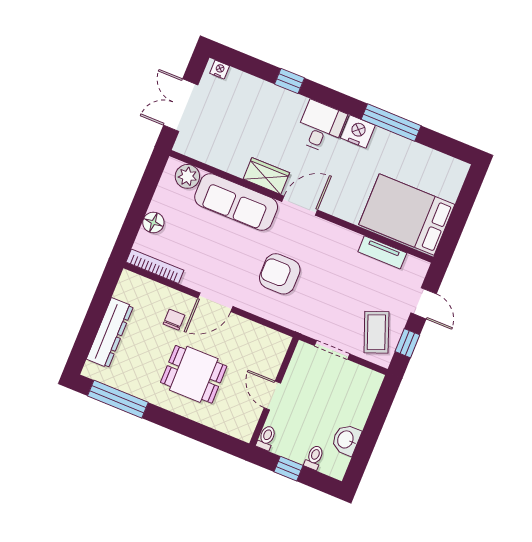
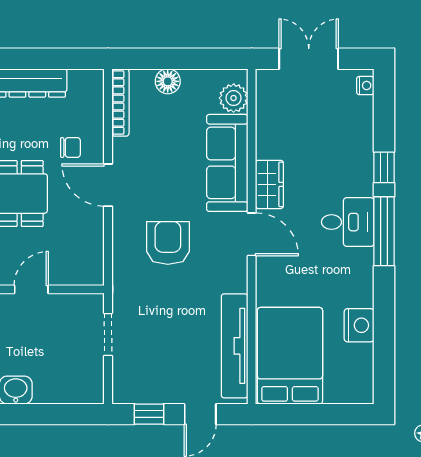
window: (391, 122) -> (384, 231), moved
nightstand: (358, 132) -> (359, 325), moved
tv unit: (382, 252) -> (235, 346), width x1.92, depth x1.29
coffee table: (376, 332) -> (147, 375), removed

